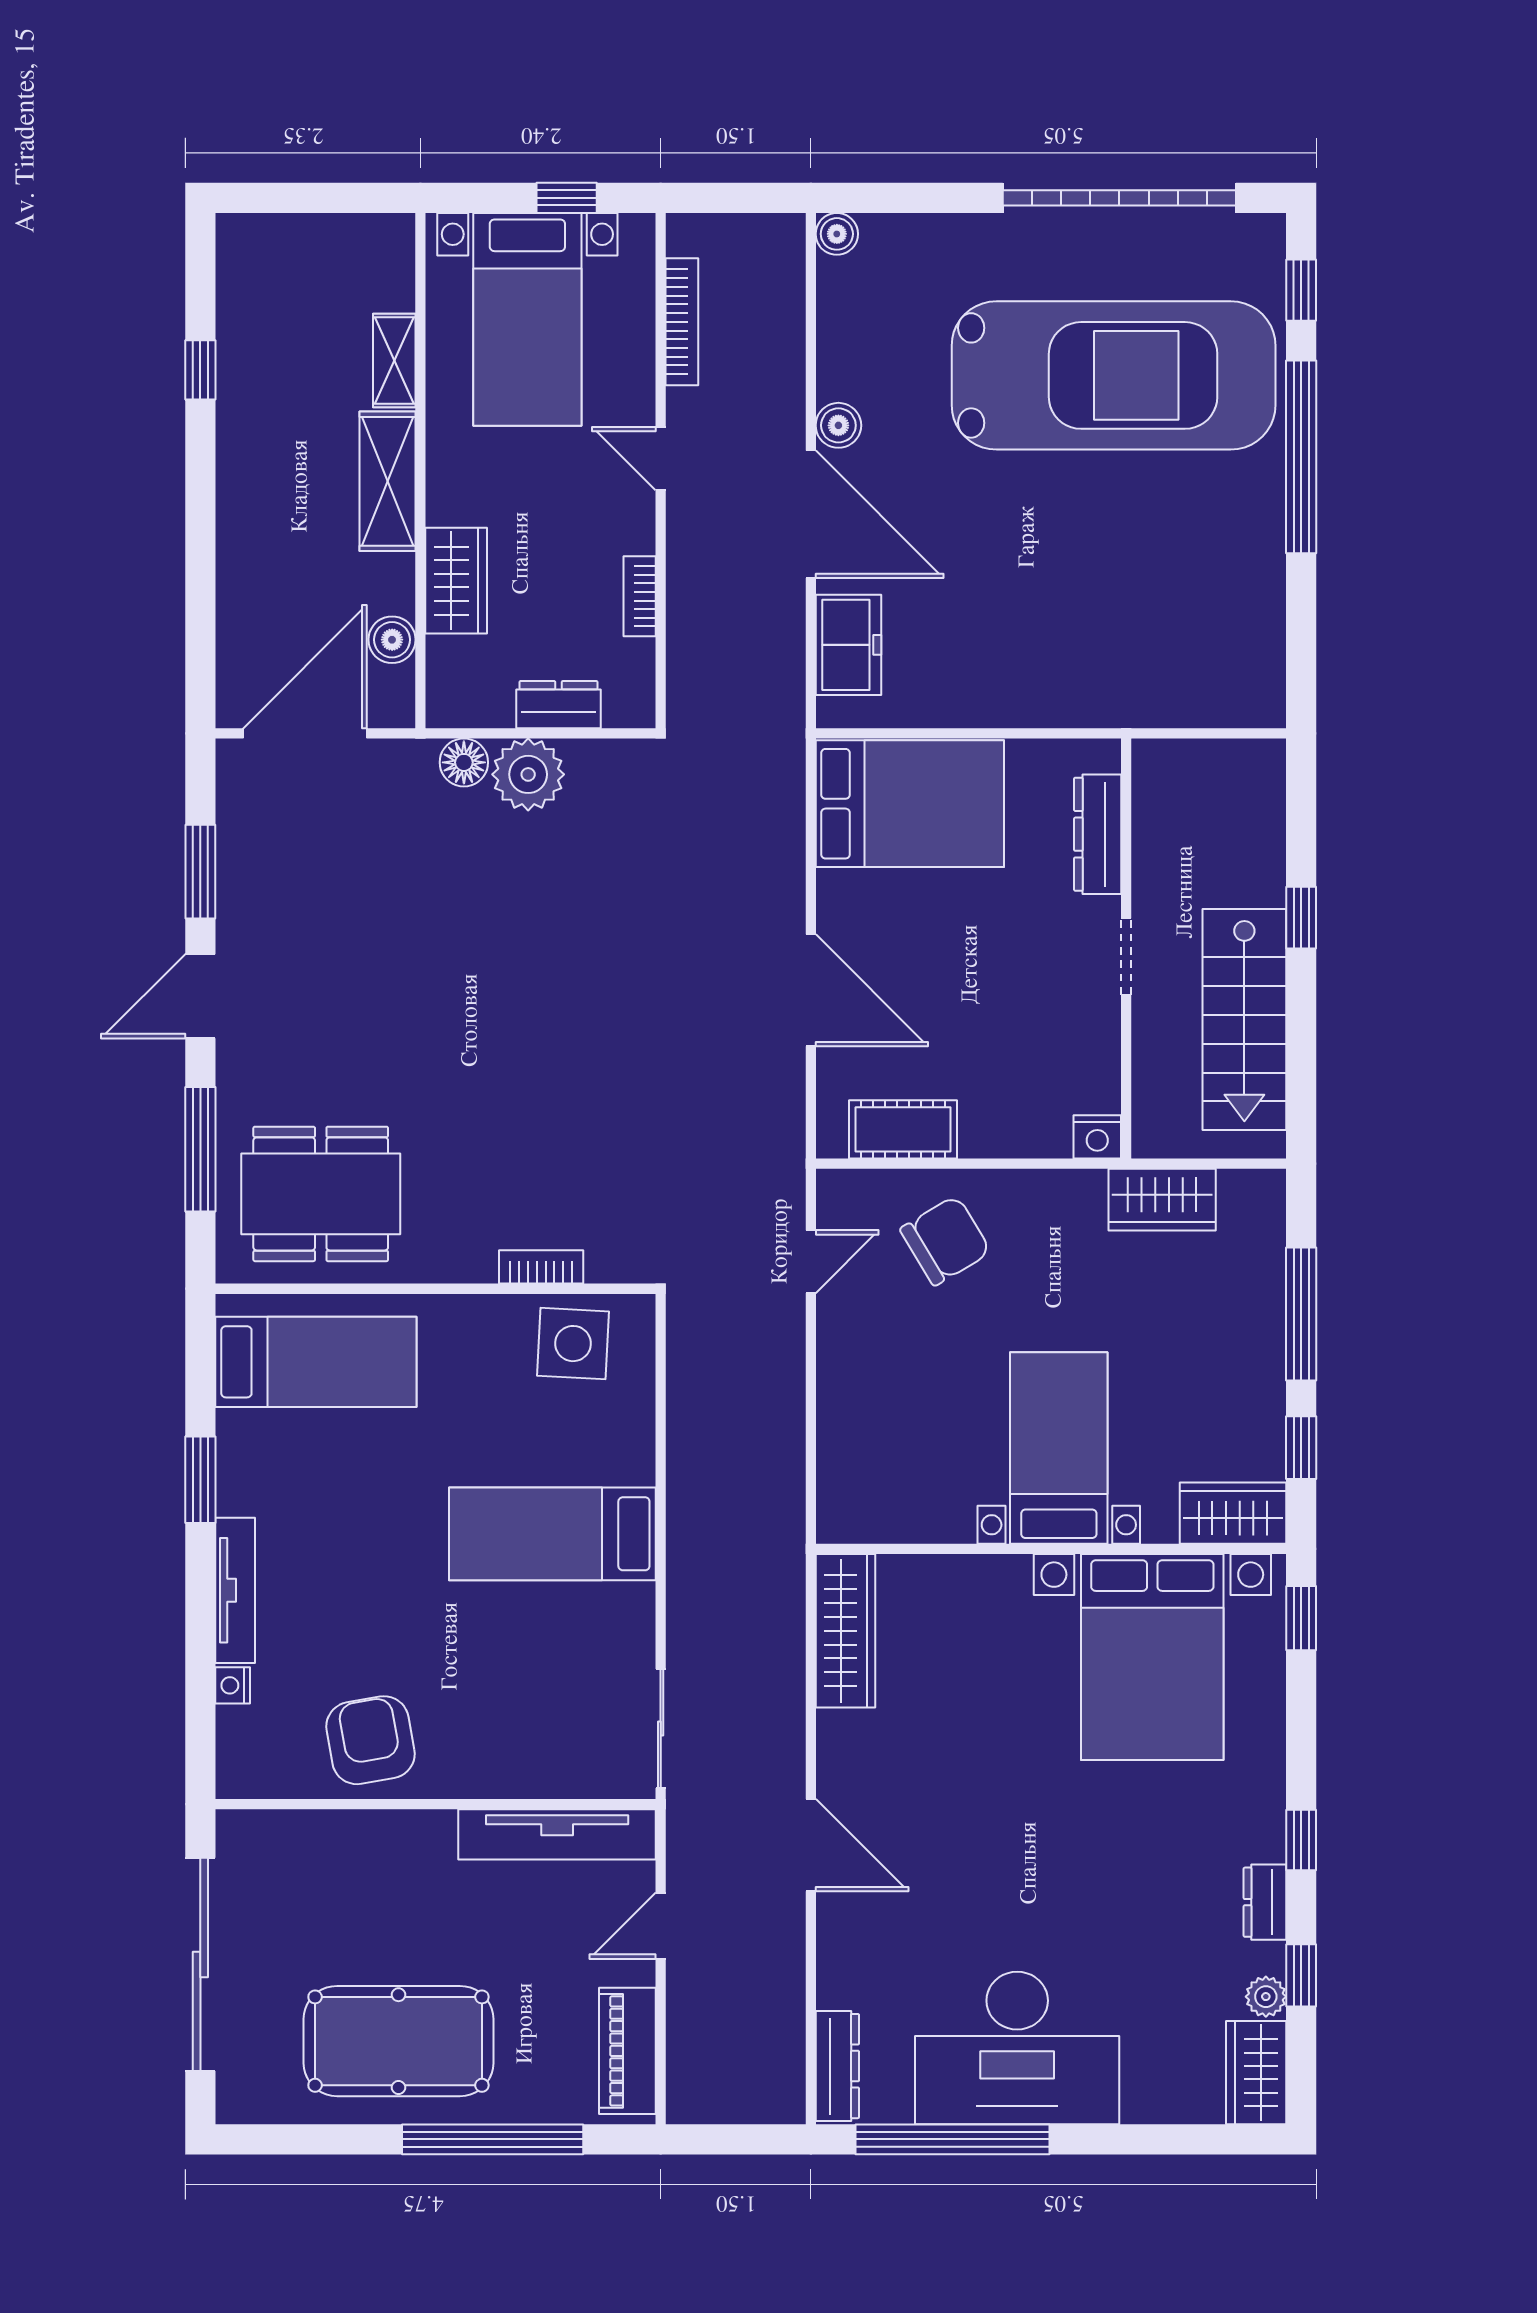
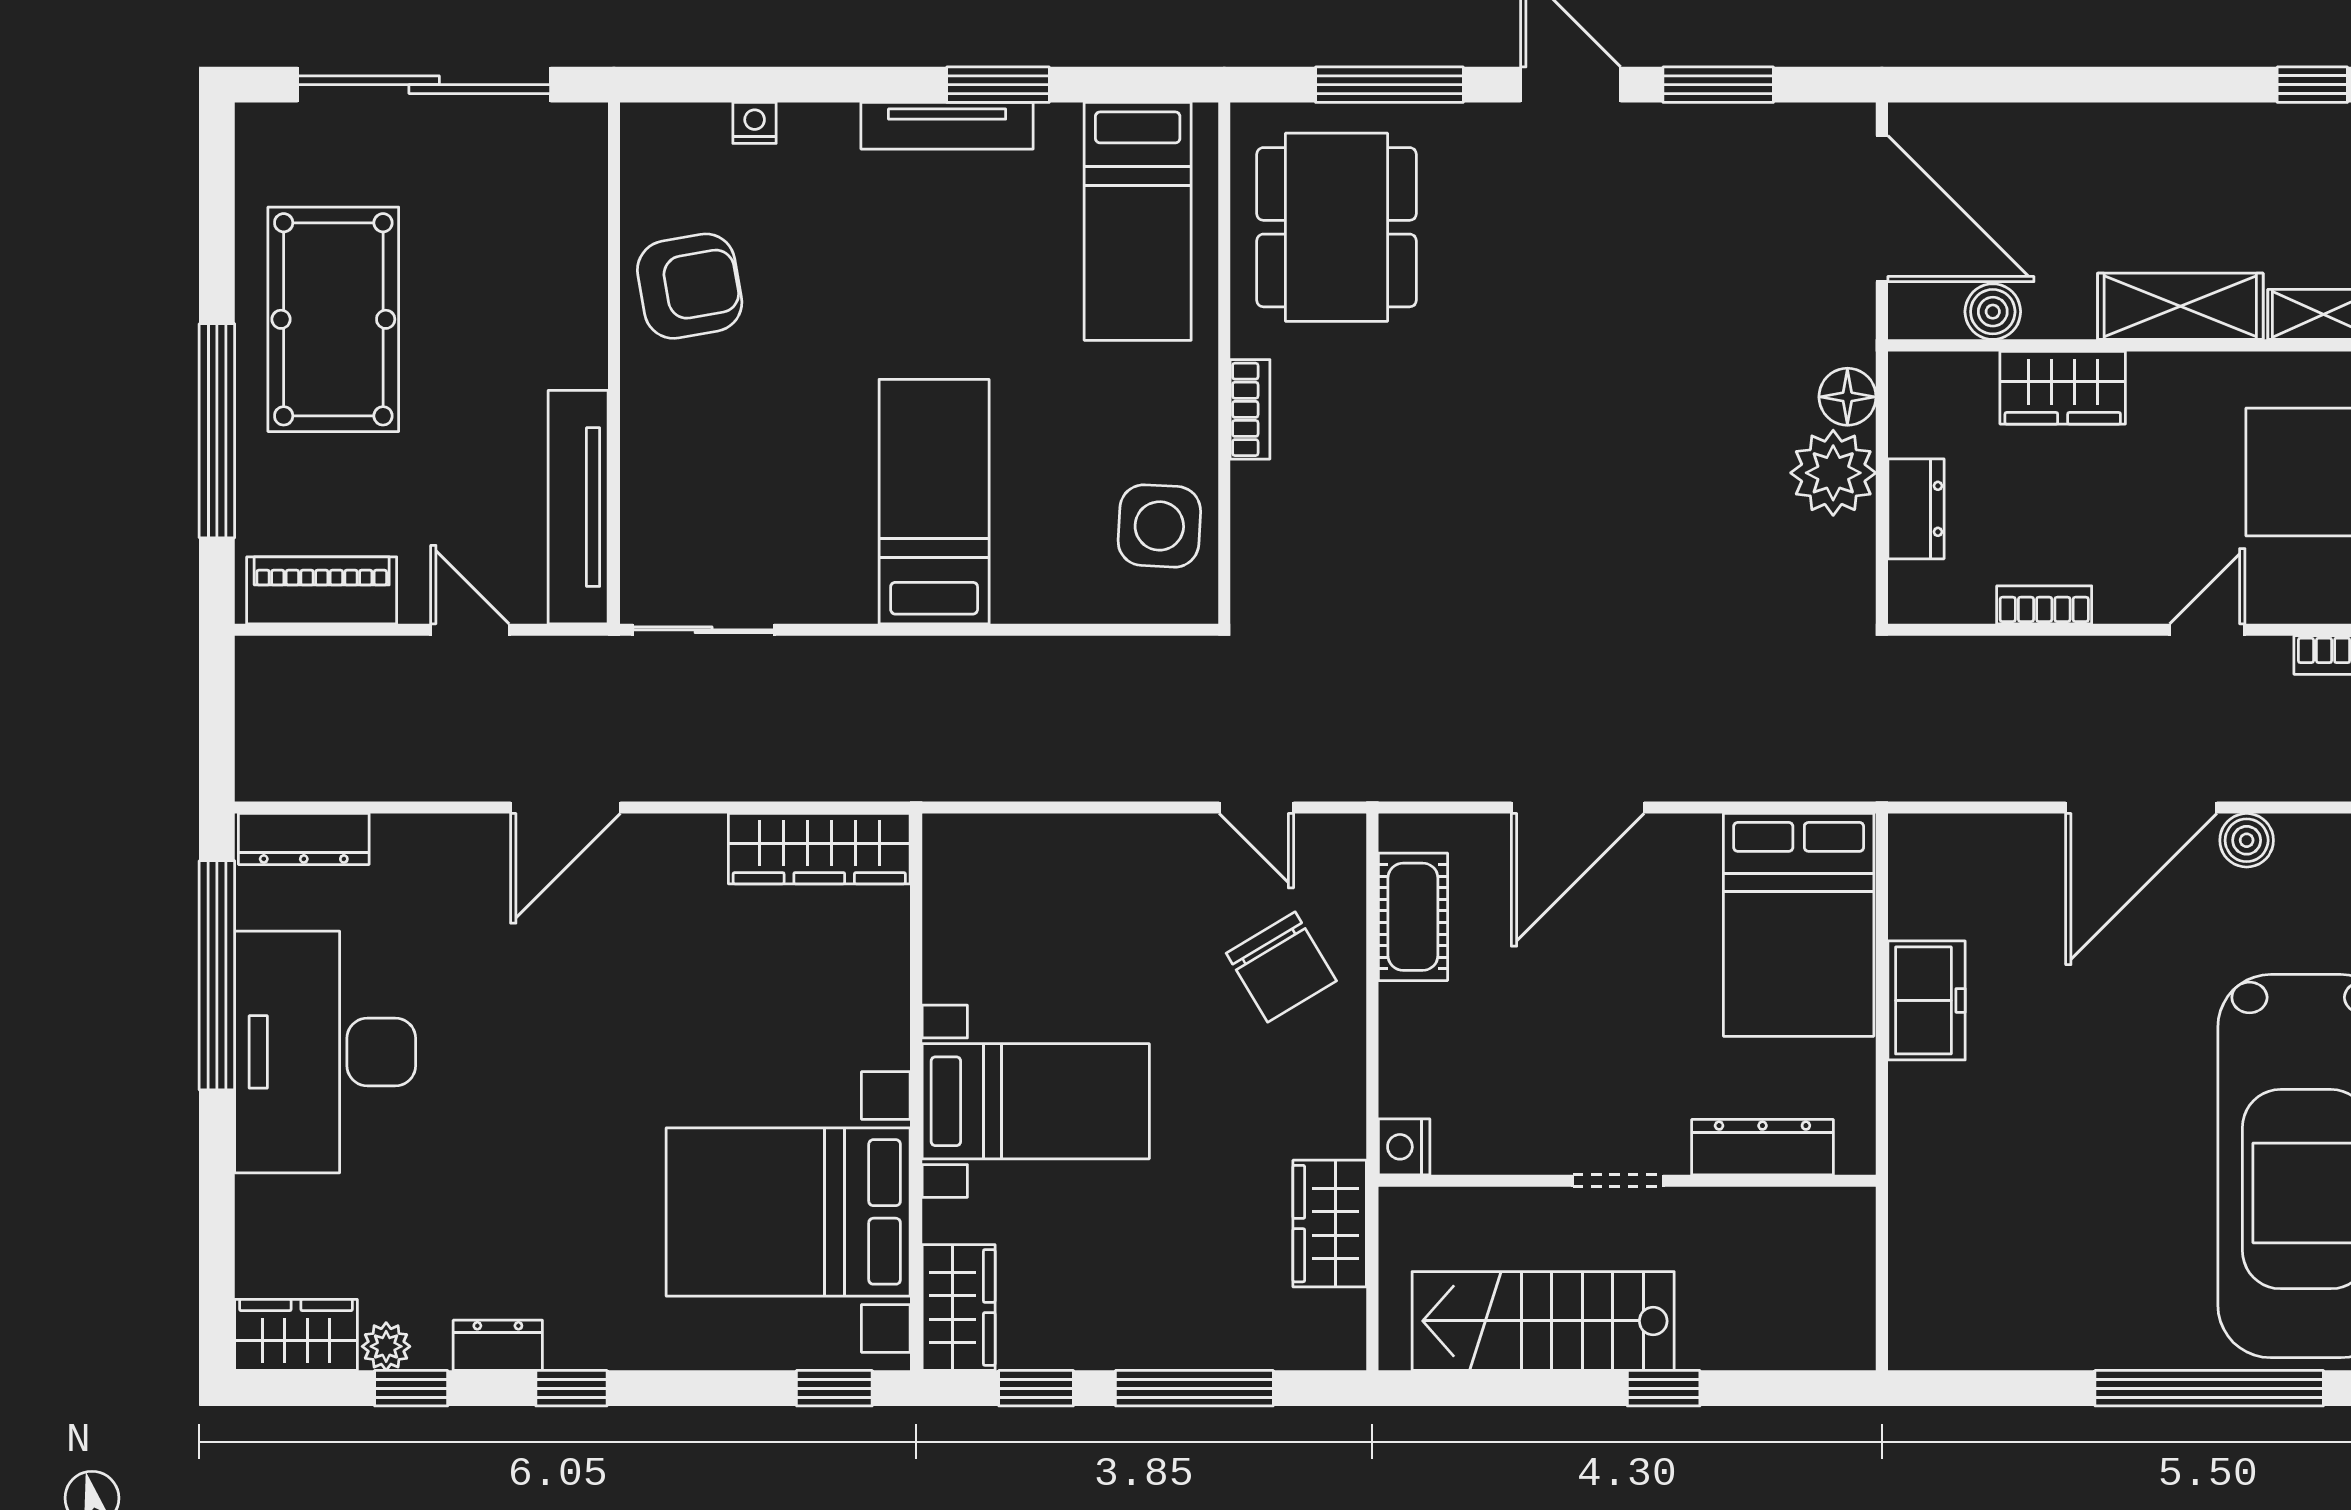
freezer: (848, 645) -> (1927, 1000), moved, turned -90
bookcase: (541, 1267) -> (1250, 409), moved
tv unit: (235, 1590) -> (947, 126), moved

